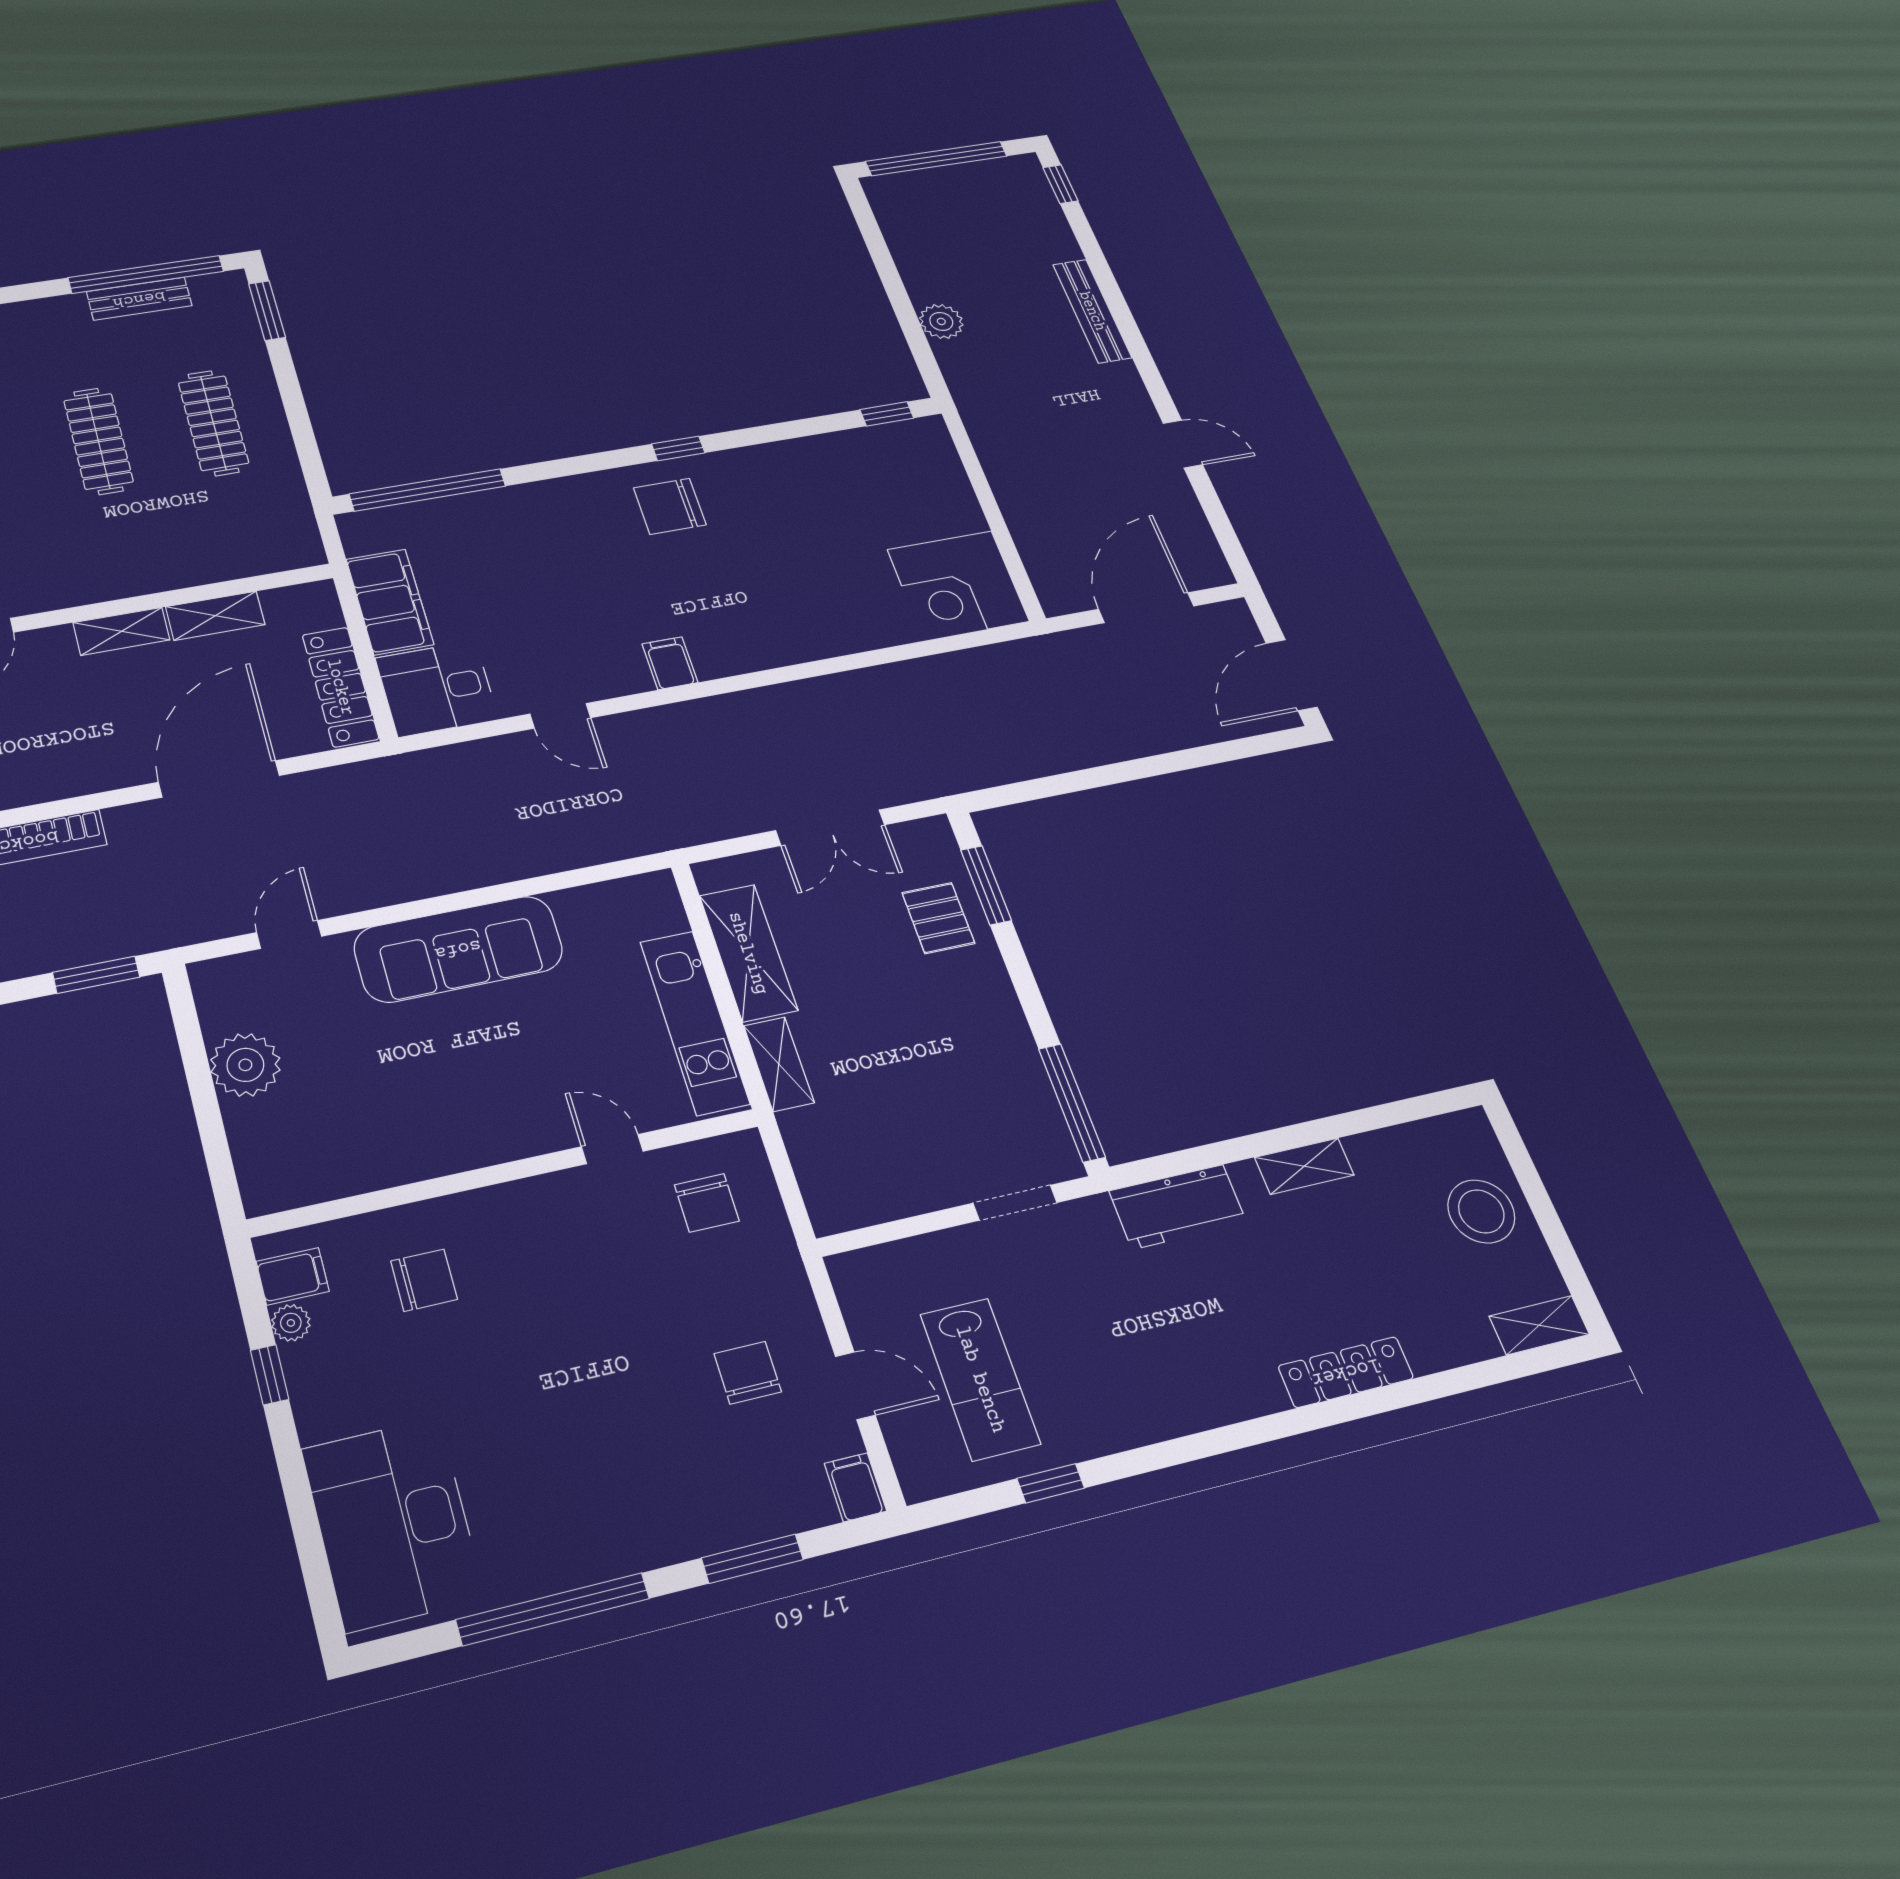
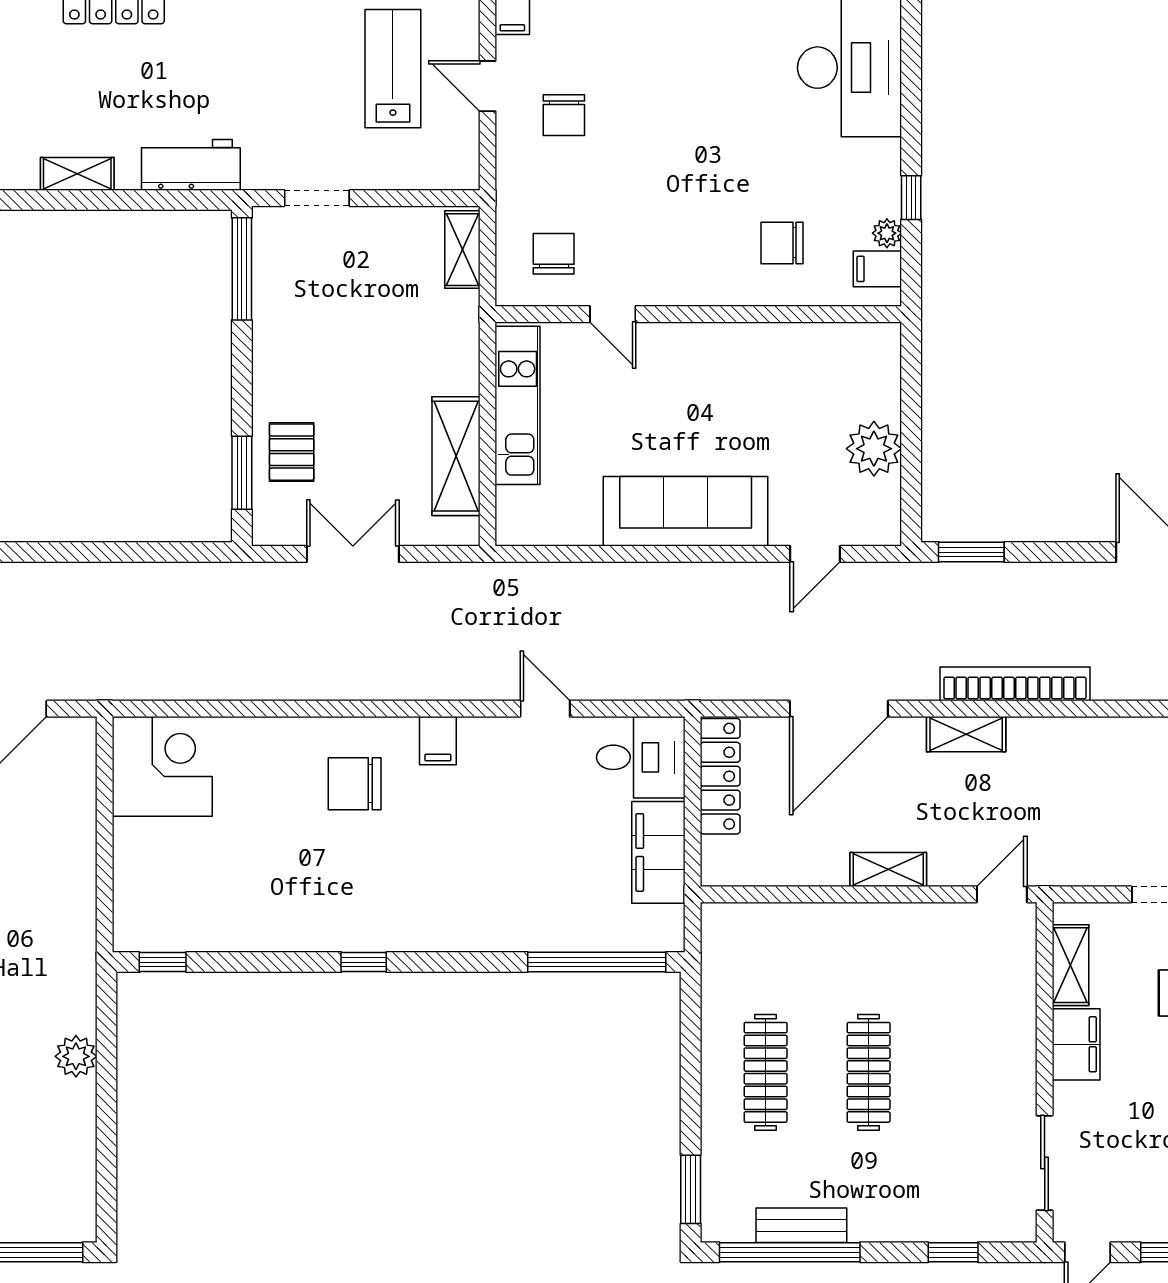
chair: (670, 506) -> (355, 784), moved, turned 180
shelving: (215, 616) -> (966, 734), moved
shelving: (779, 1064) -> (462, 250), moved

